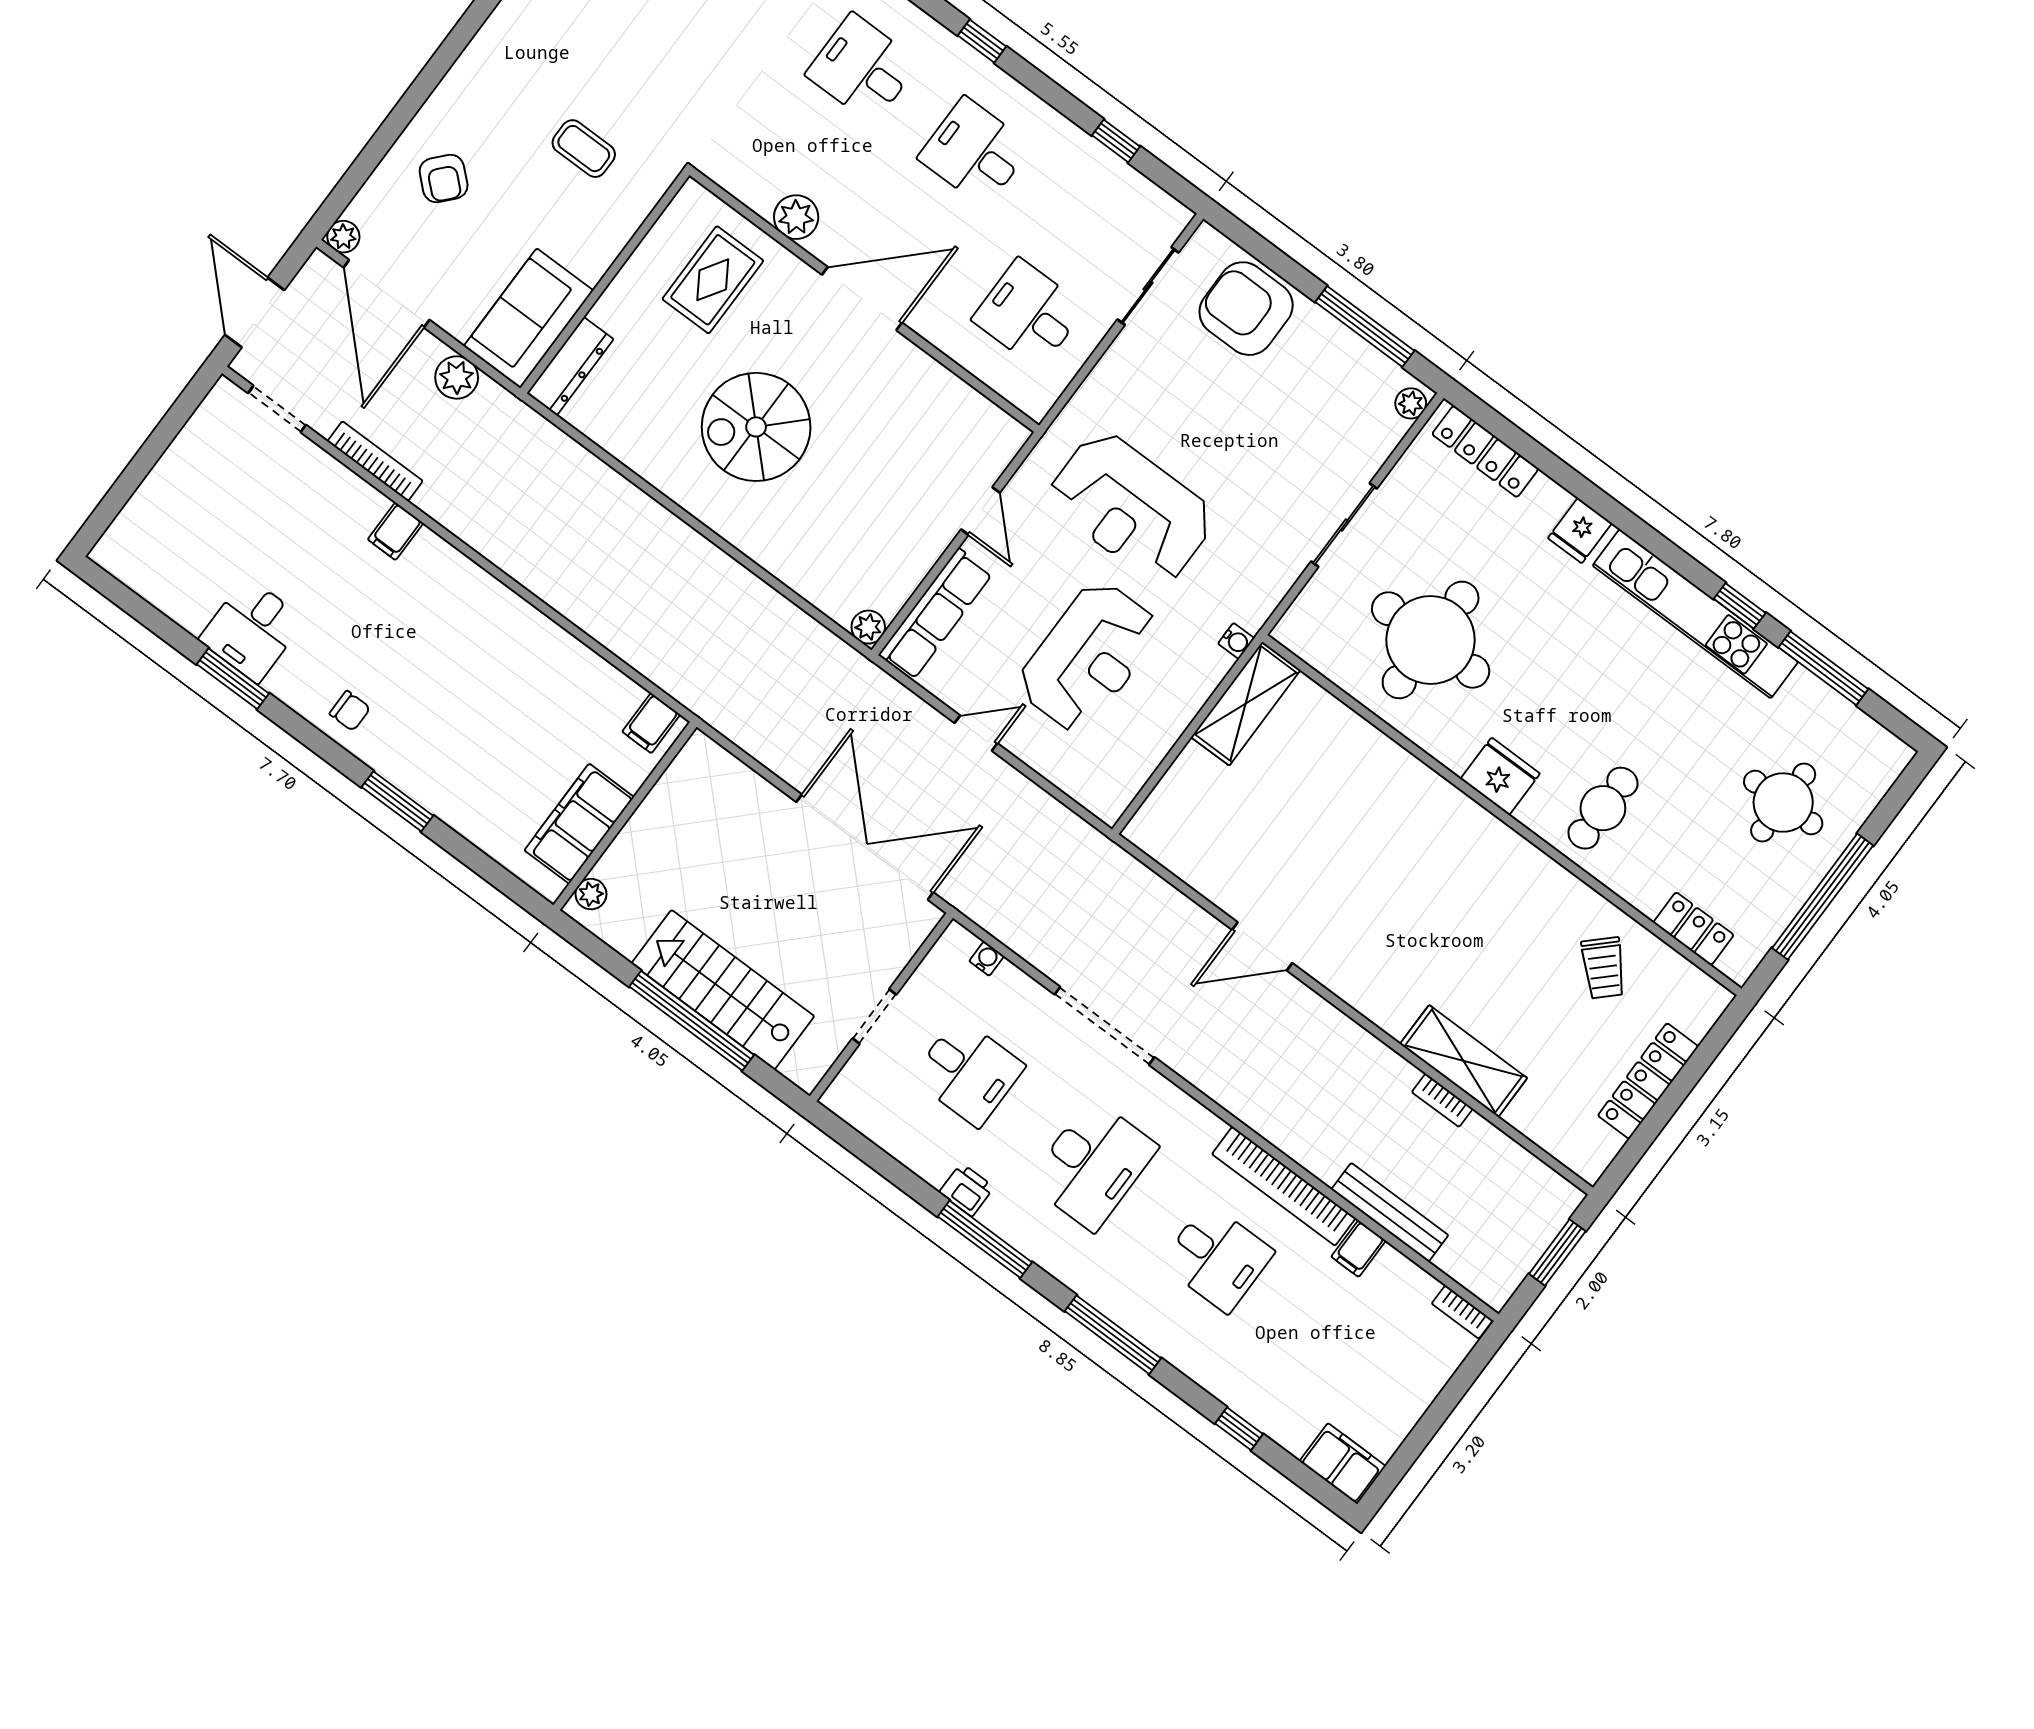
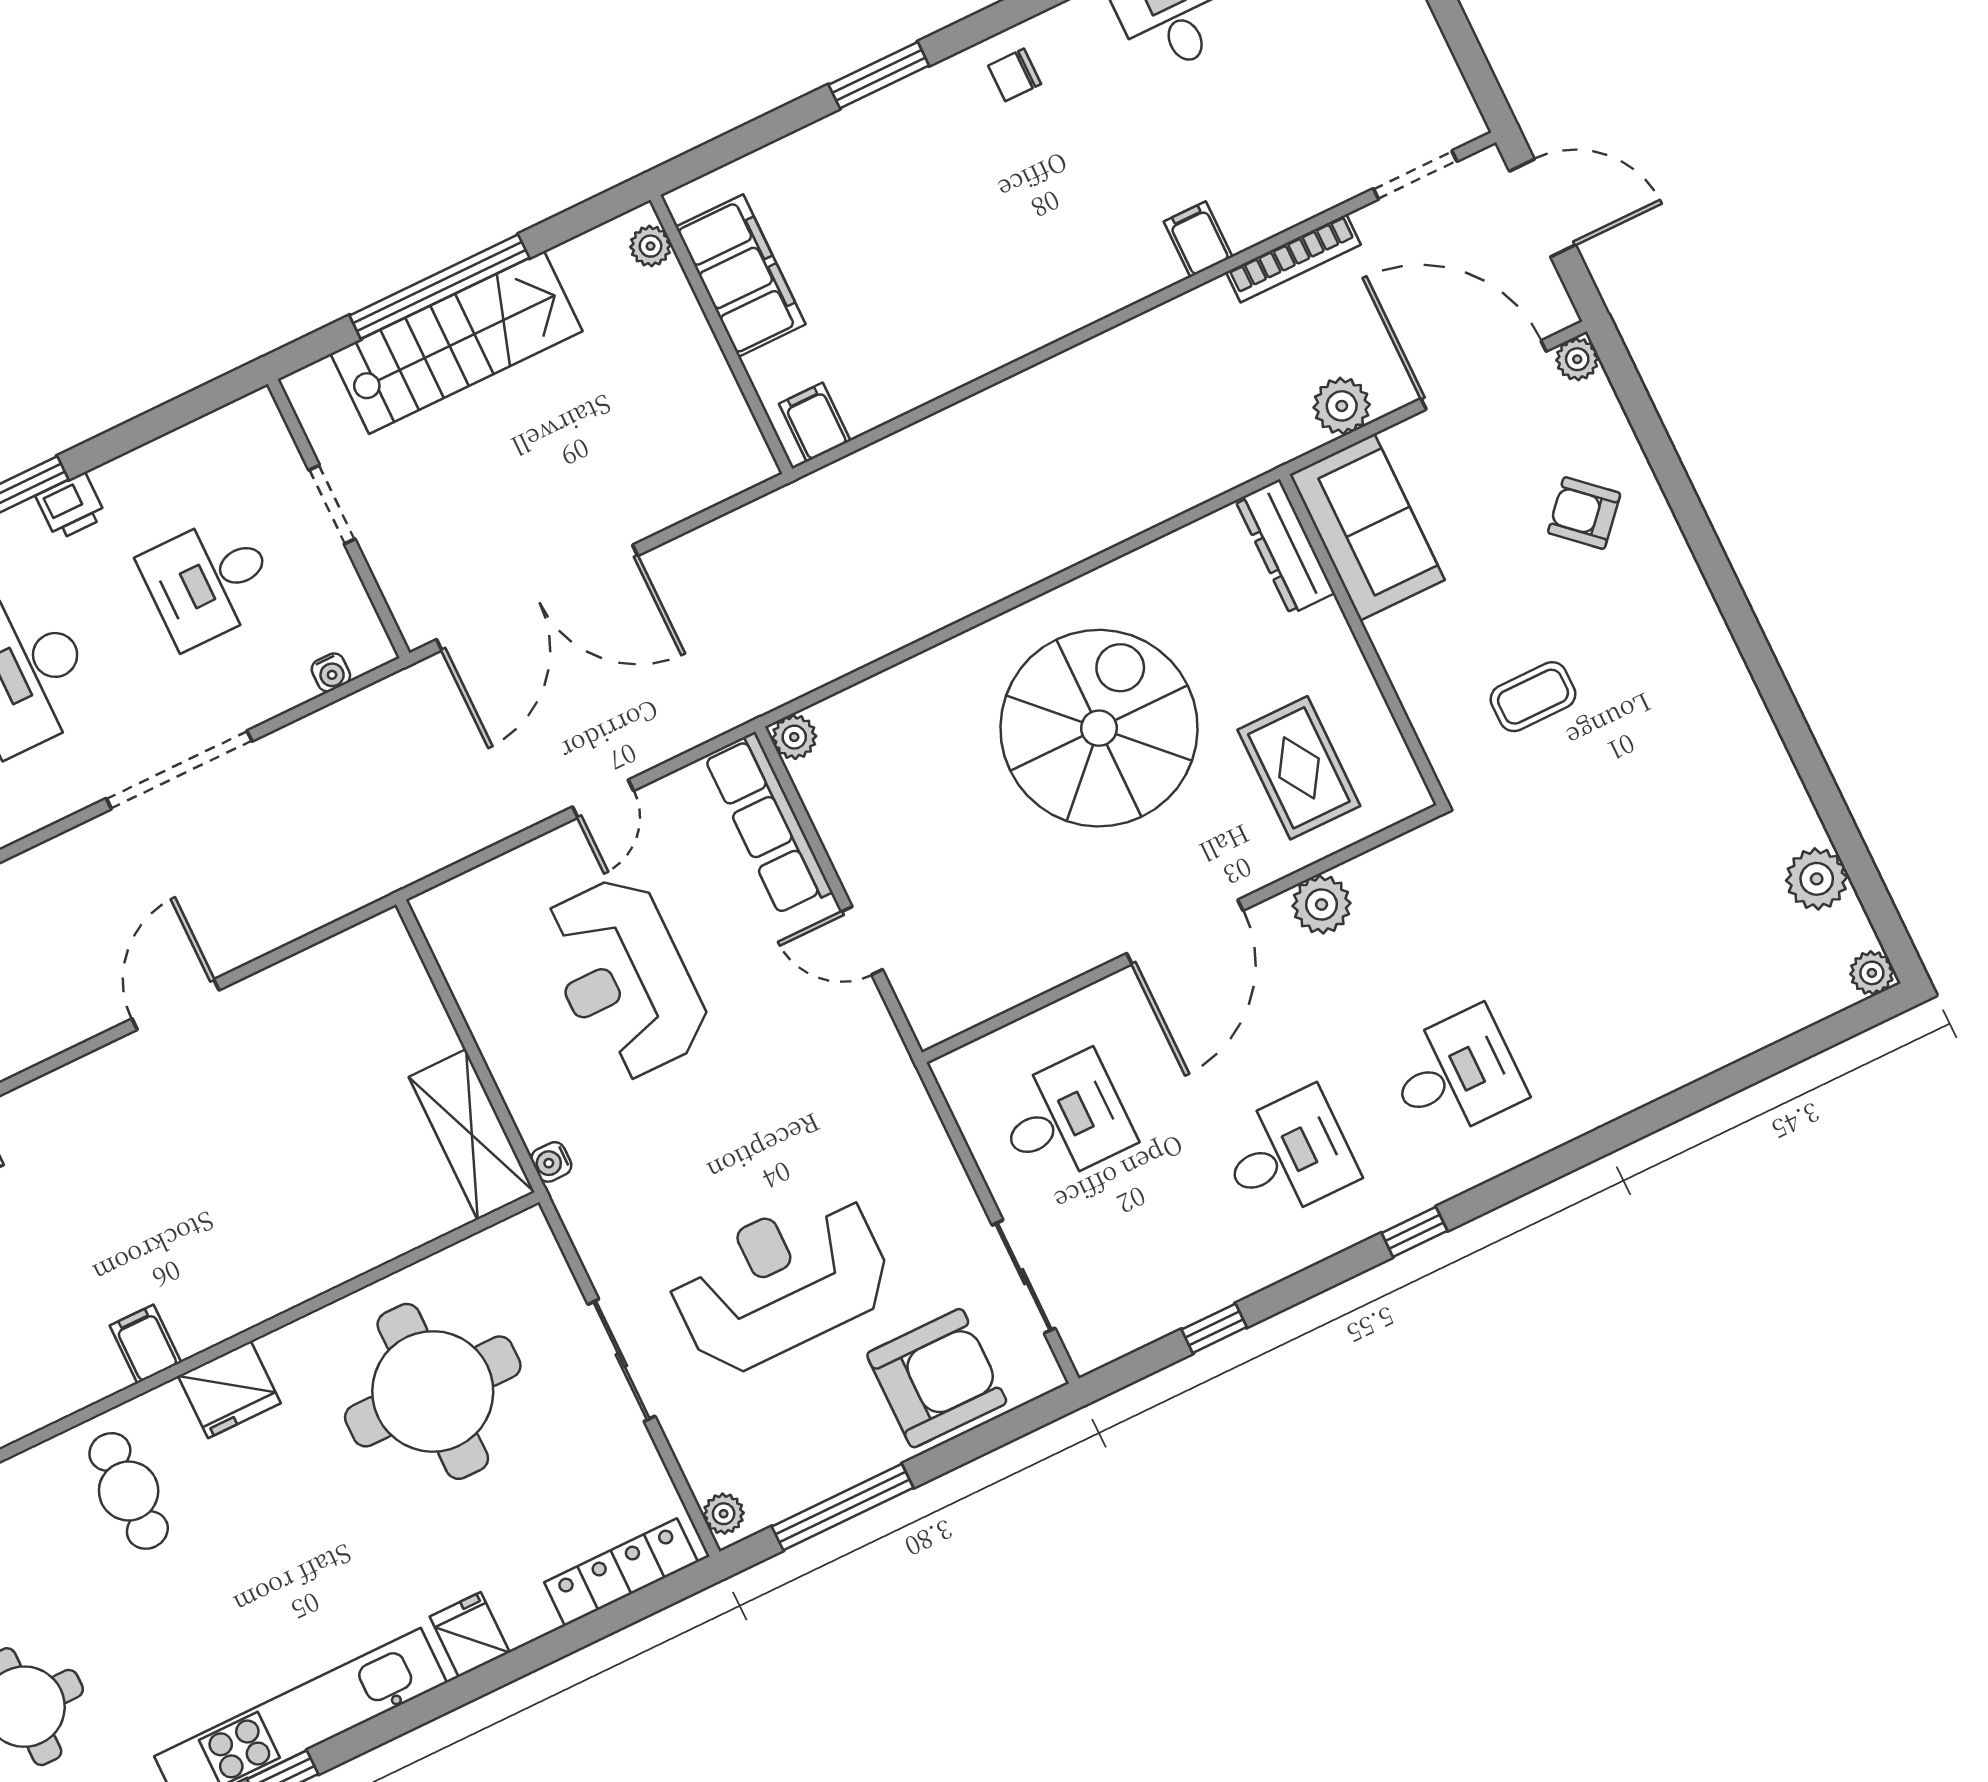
spiral stairs: (756, 427) -> (1099, 728), width x1.37, depth x1.37
reception desk: (1131, 508) -> (780, 1282), moved
filing cabinet: (1499, 848) -> (145, 1344), added

